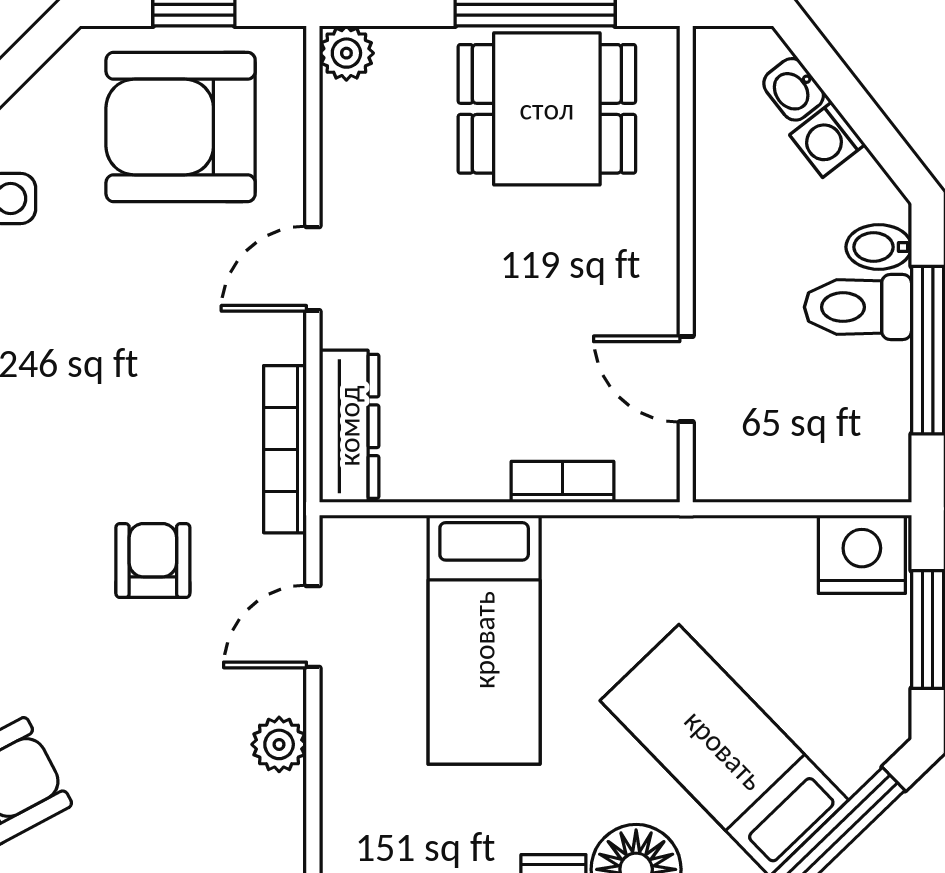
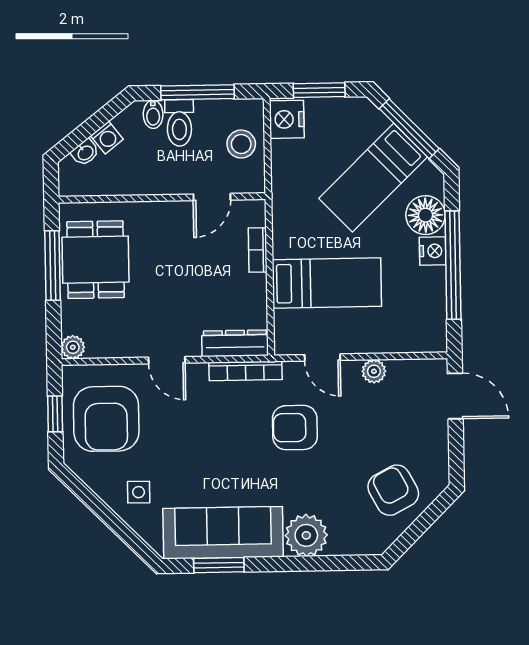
stool: (807, 448) -> (241, 144), added
armchair: (153, 561) -> (295, 428), width x1.38, depth x1.38

